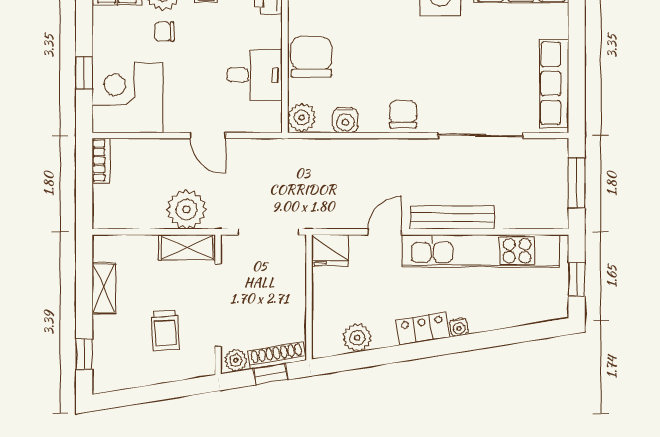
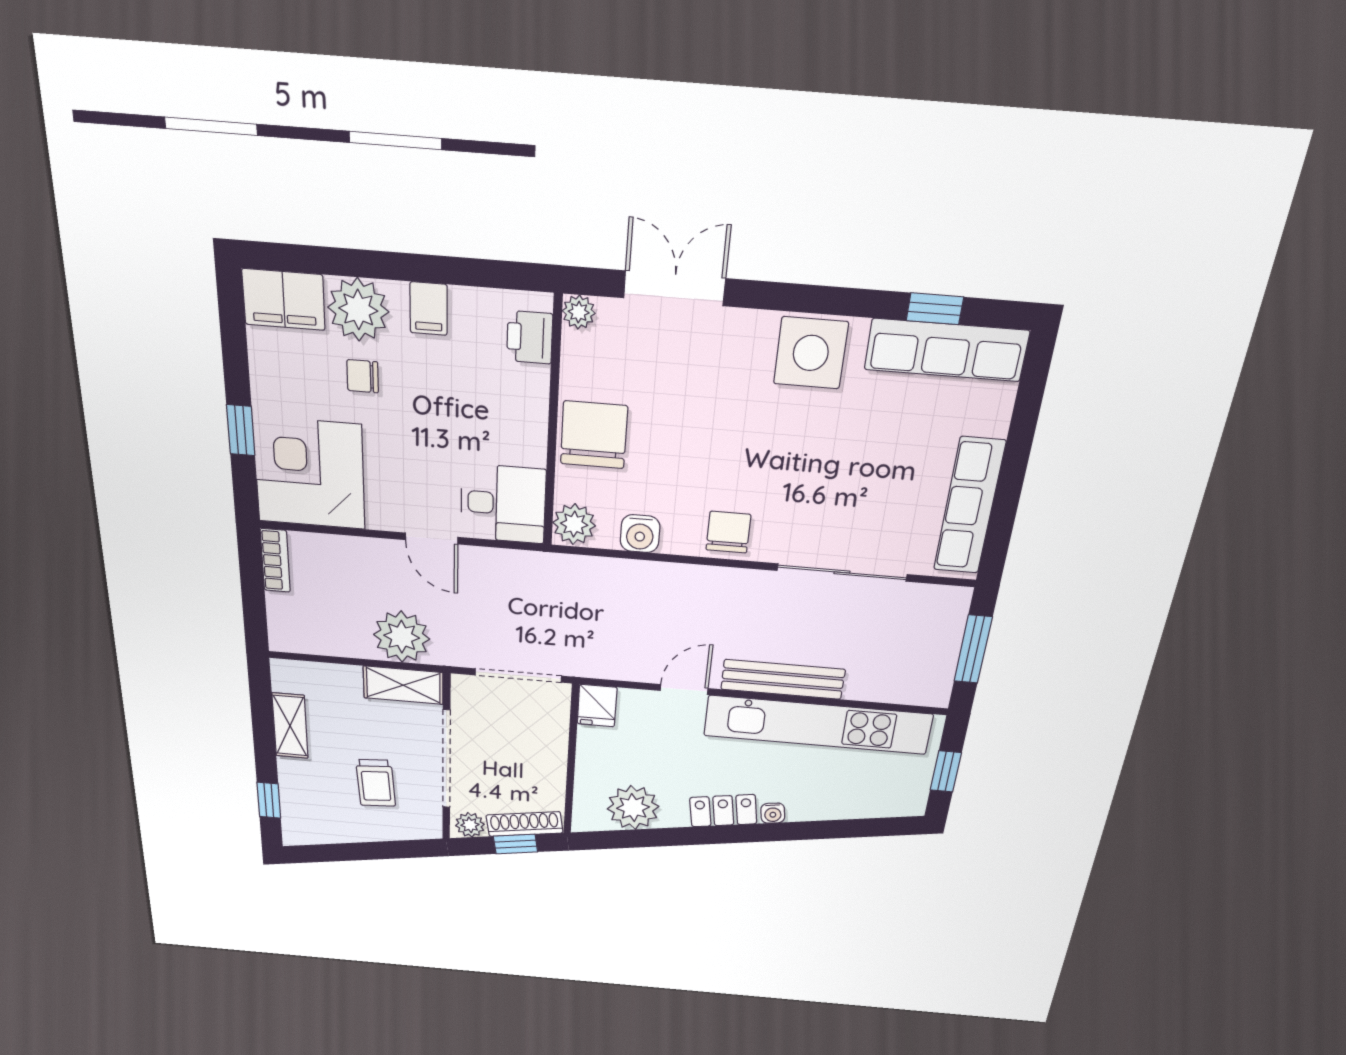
desk: (255, 75) -> (503, 504), moved
fridge: (330, 250) -> (597, 706), width x0.72
plant: (357, 338) -> (633, 808), width x1.36, depth x1.36

